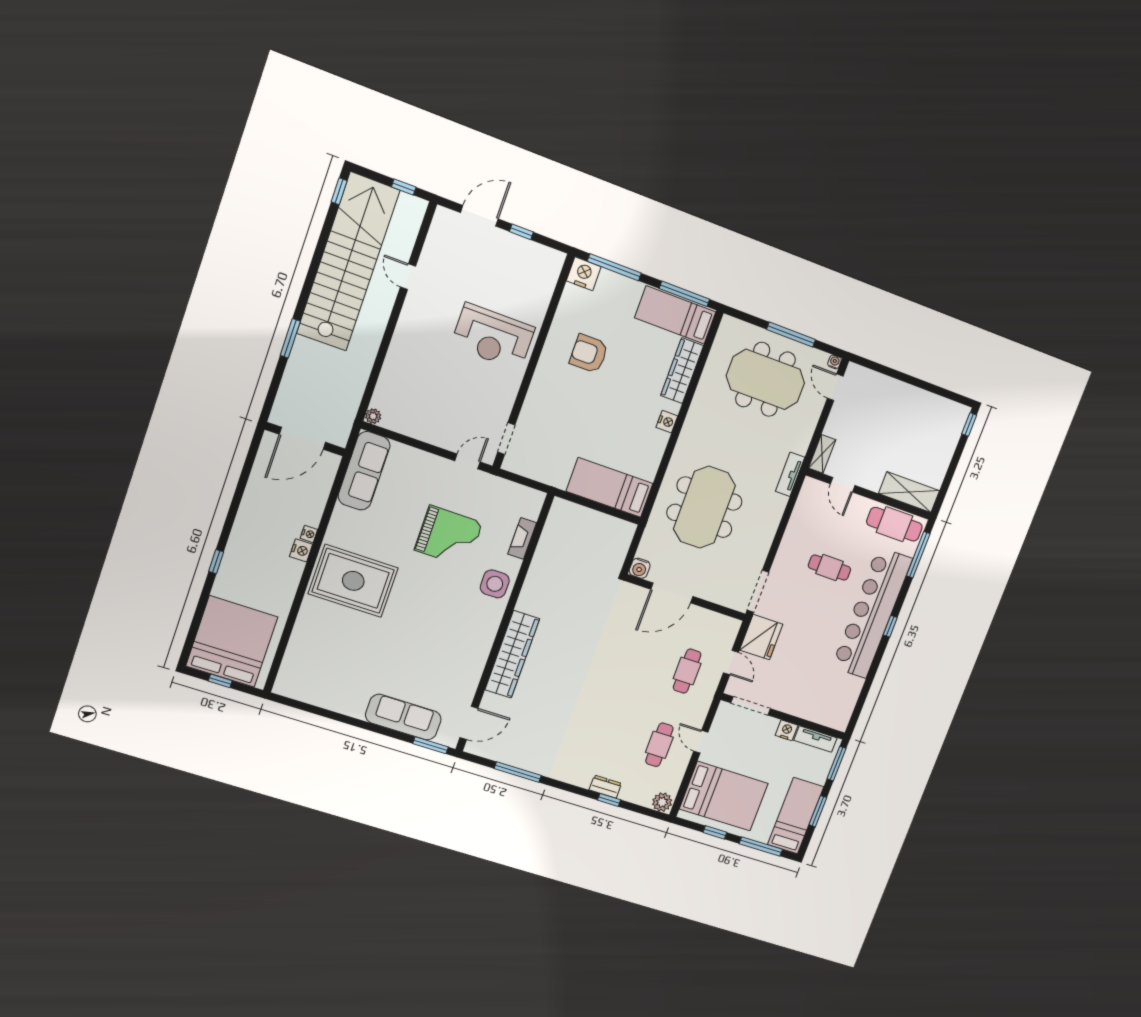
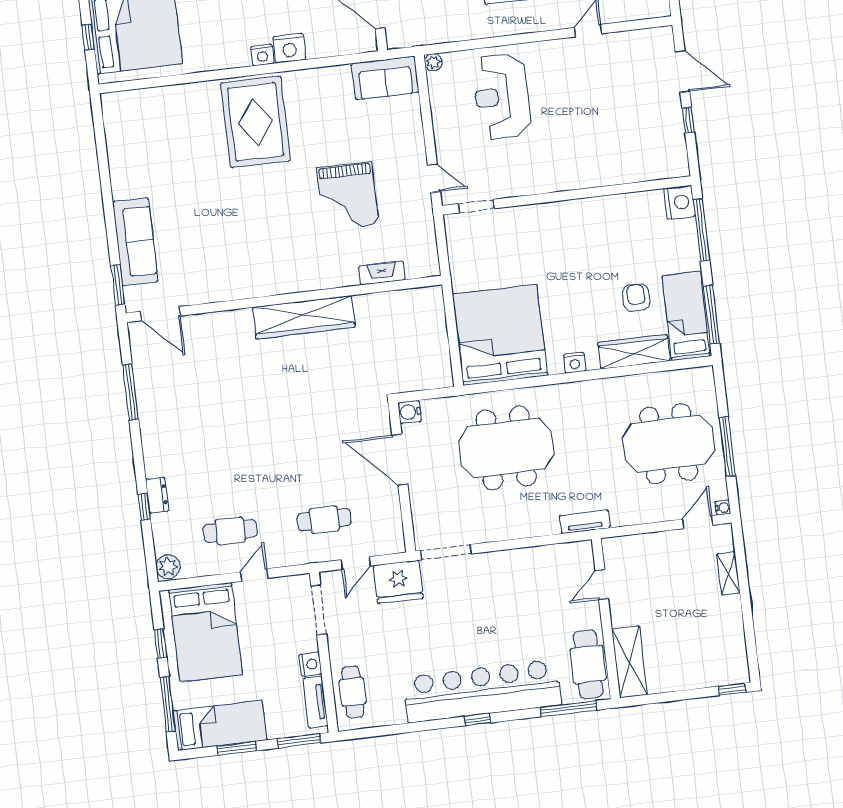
reception desk: (493, 337) -> (502, 96), moved
armchair: (589, 354) -> (636, 298), moved, width x0.72, depth x0.72
meeting table: (765, 379) -> (669, 444), turned 90
shelving: (822, 454) -> (728, 573), moved, turned 90
sofa: (364, 471) -> (385, 78), width x0.73
bed: (610, 487) -> (500, 335), width x2.04
nightstand: (309, 534) -> (289, 48), width x1.89, depth x1.79
cafe table: (829, 568) -> (353, 692), moved
side table: (495, 584) -> (321, 268), removed
wardrobe: (512, 654) -> (304, 317), moved

